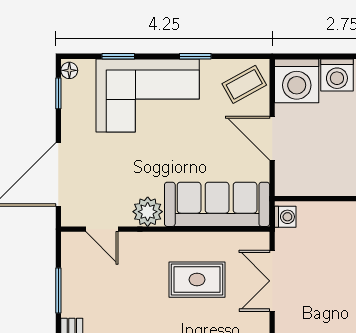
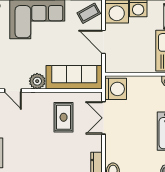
washing machine: (285, 217) -> (116, 89), width x1.89, depth x1.89
rug: (197, 280) -> (64, 117), turned 90

